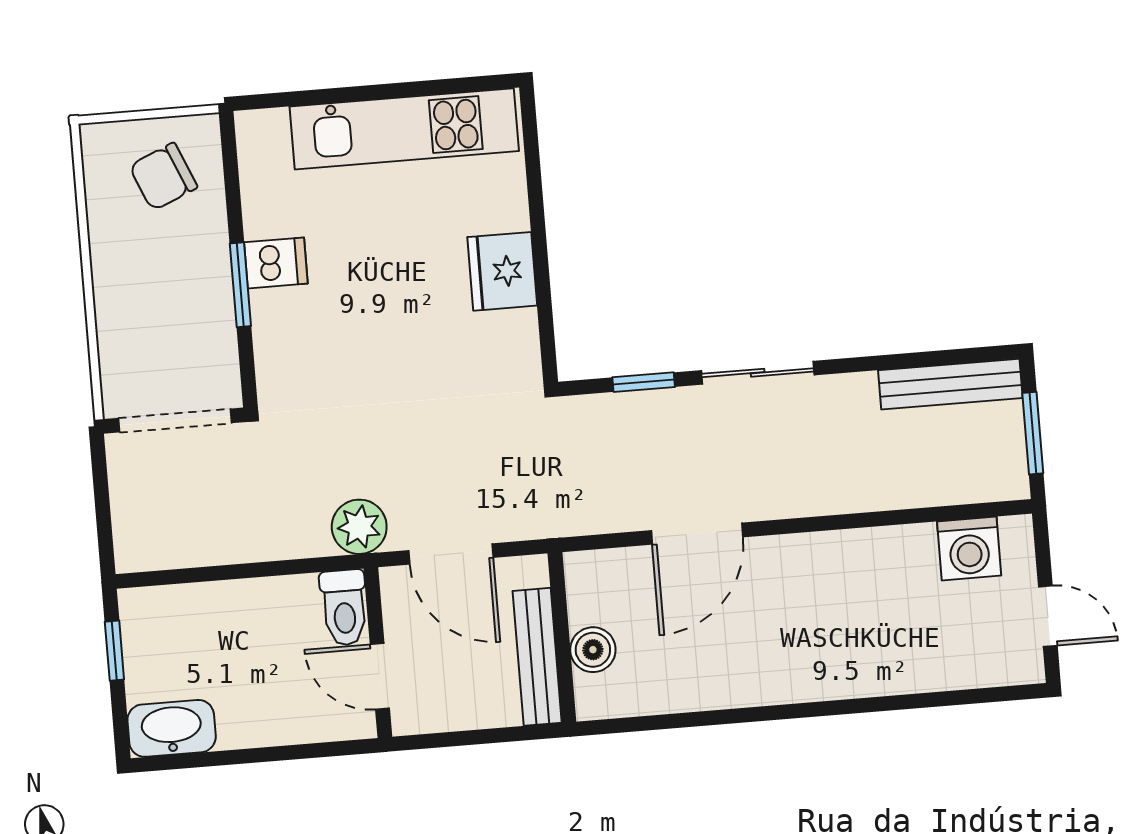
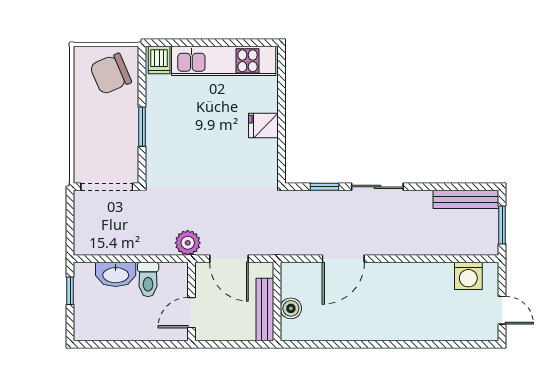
chair: (163, 177) -> (111, 74), width x1.37, depth x1.37
dishwasher: (276, 263) -> (159, 60), moved, turned 90
fridge: (502, 271) -> (263, 126), width x0.72
toilet: (344, 608) -> (148, 279), moved
door: (380, 676) -> (192, 313), hinge flipped
washbasin: (172, 728) -> (116, 274), moved, turned 180

